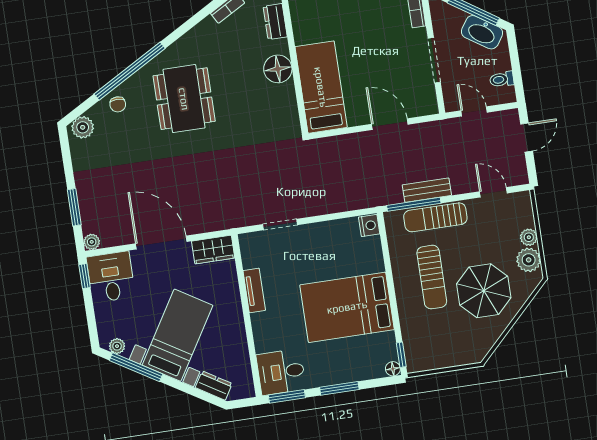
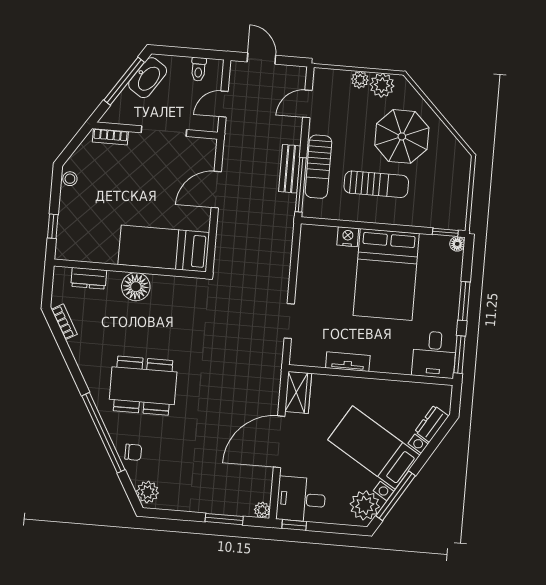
nightstand: (369, 225) -> (348, 237), moved
plant: (117, 346) -> (365, 505), width x1.87, depth x1.87

